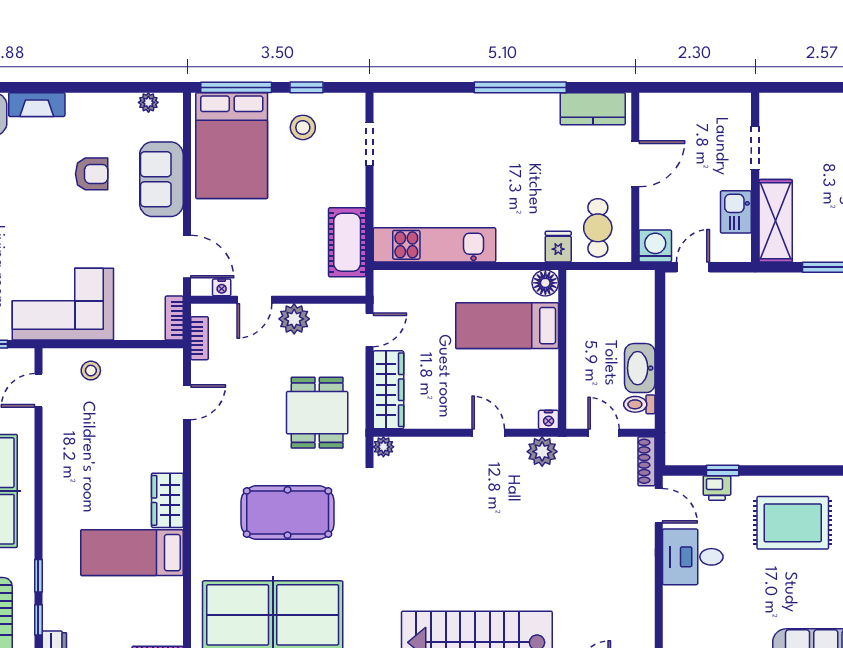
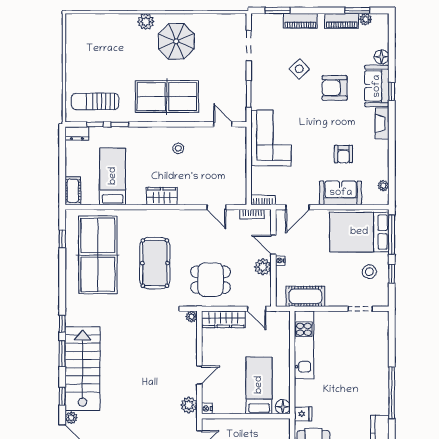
nightstand: (222, 287) -> (280, 261), moved
stool: (91, 371) -> (178, 148), moved
bed: (132, 553) -> (113, 176), moved

